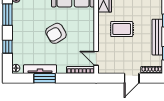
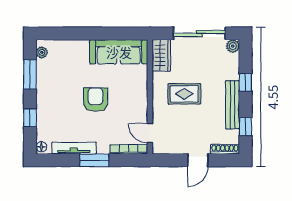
armchair: (56, 33) -> (96, 100), turned 120
window: (45, 78) -> (94, 160), moved

